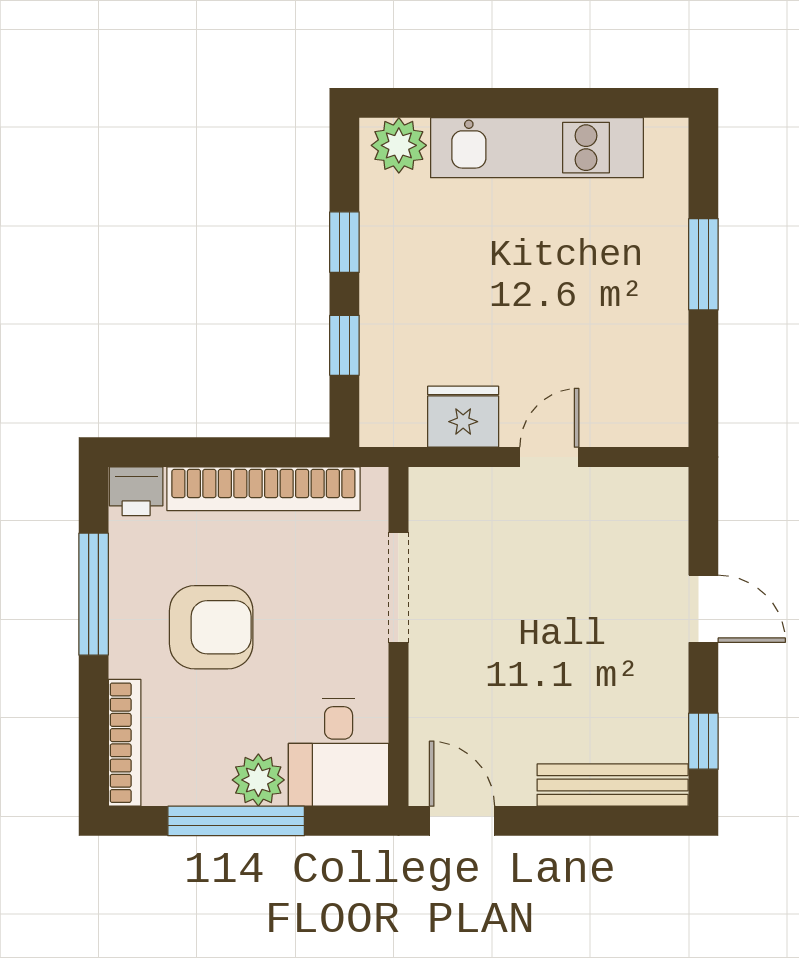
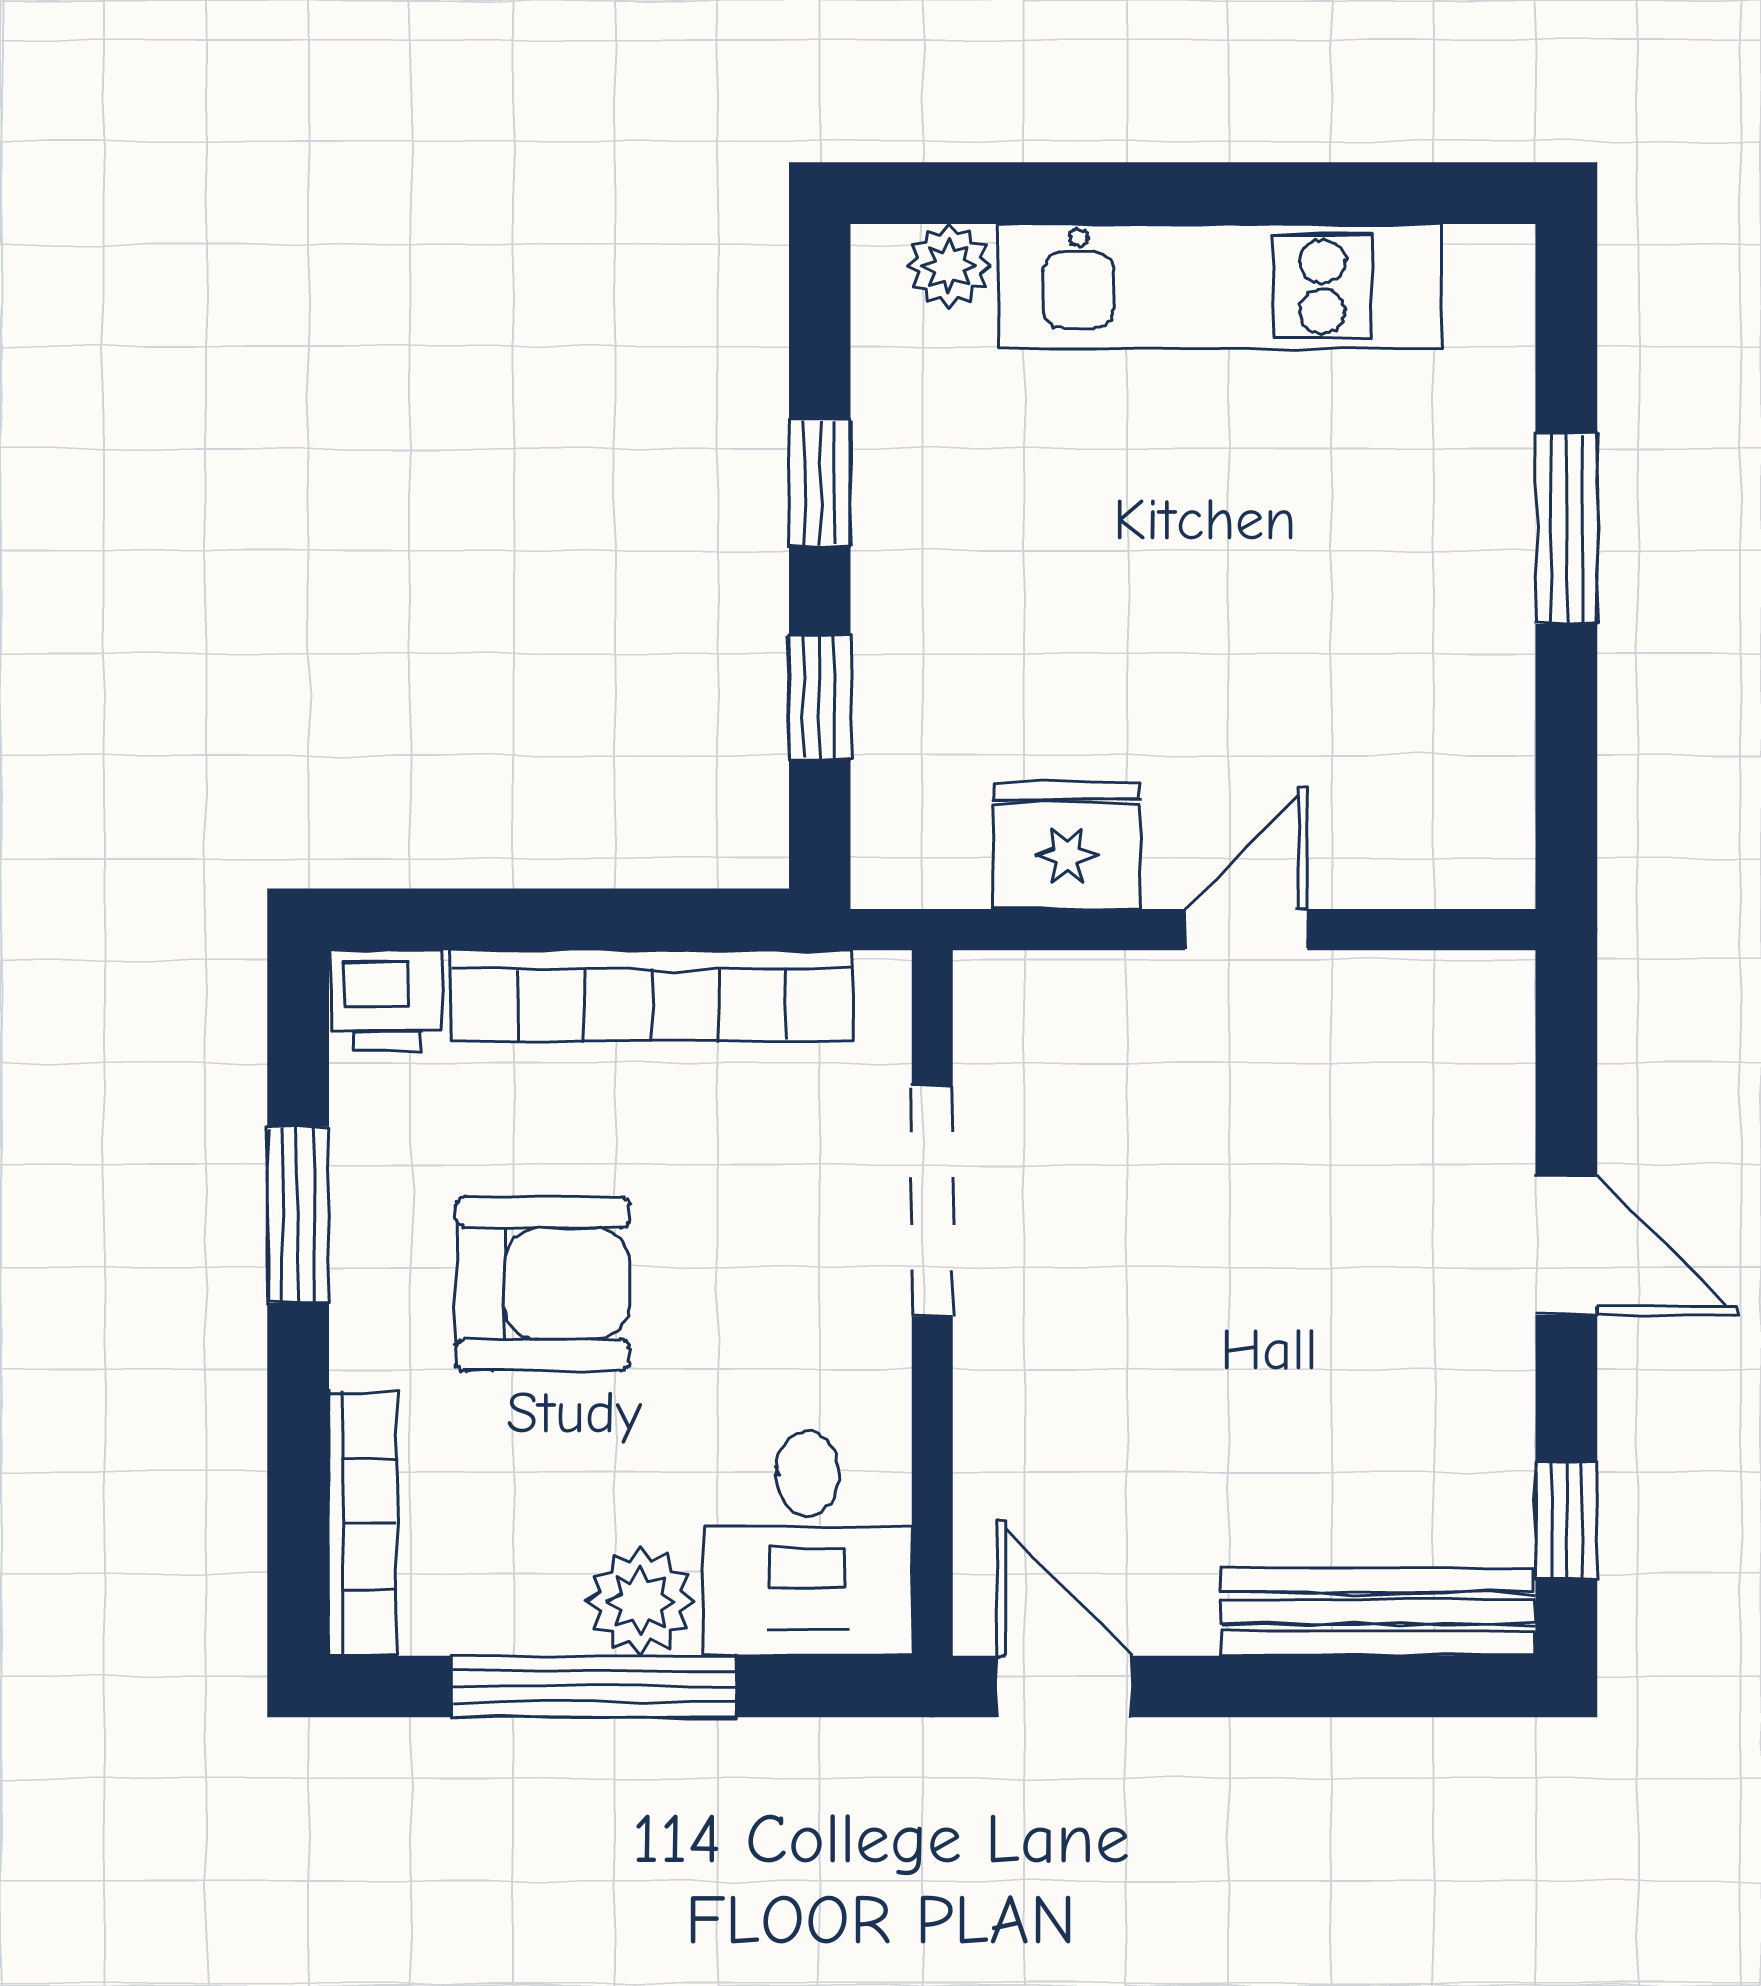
plant: (399, 145) -> (949, 266), width x0.73, depth x0.73
window: (94, 594) -> (298, 1215), width x0.69

